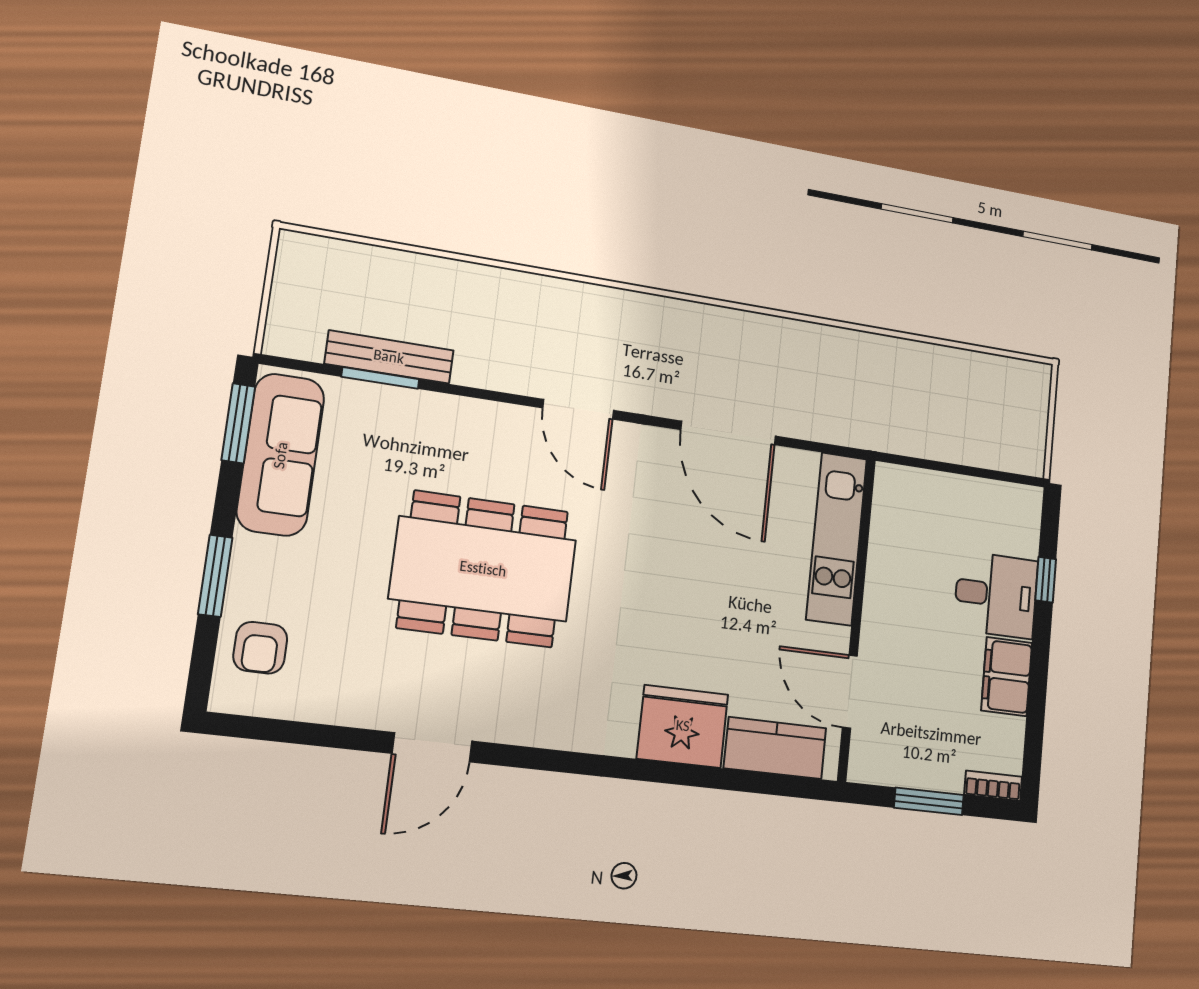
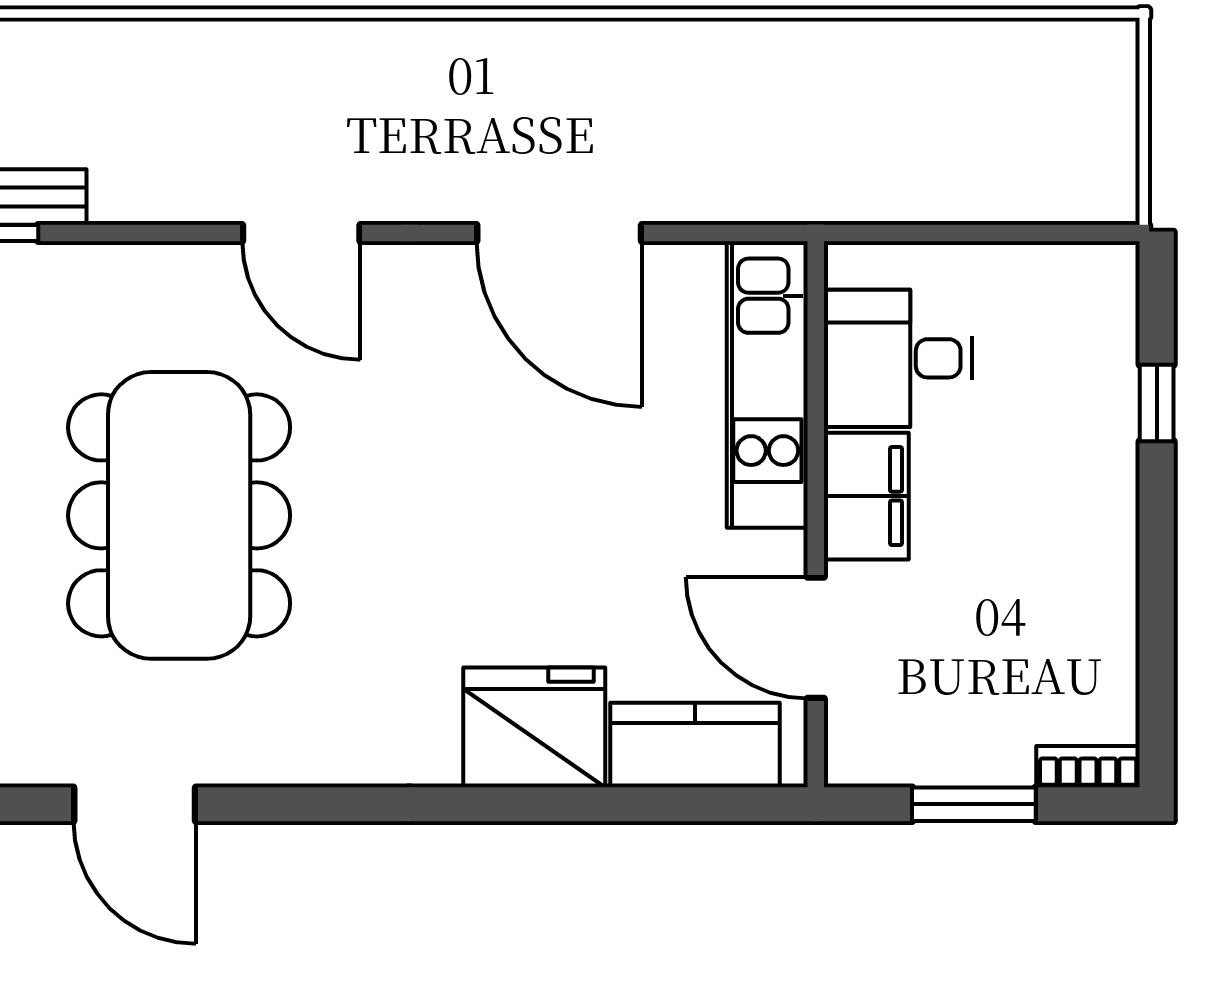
dining table: (483, 569) -> (179, 515), turned 90
desk: (996, 595) -> (898, 358), moved, turned 180
filing cabinet: (1007, 677) -> (866, 496), moved, turned 180
door: (432, 747) -> (135, 804), hinge flipped

